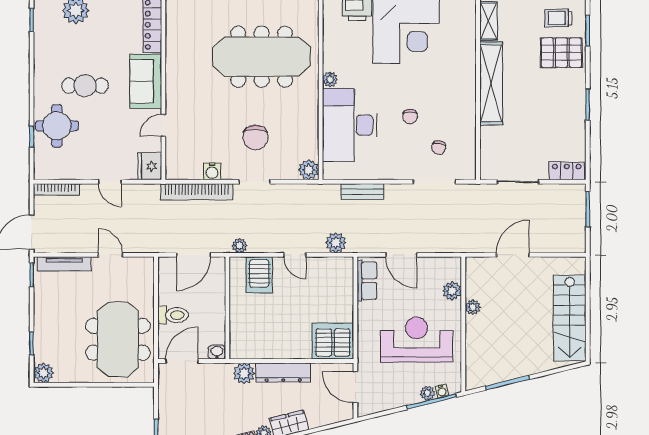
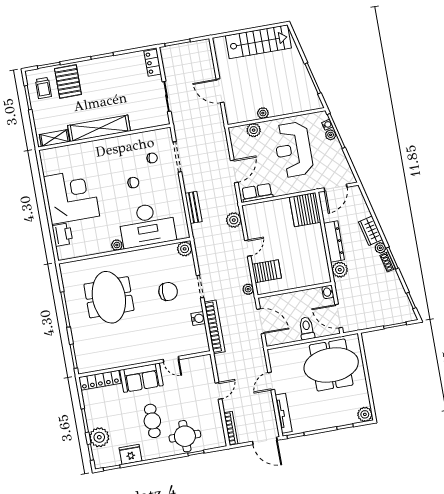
meeting table: (262, 57) -> (109, 297), width x0.73
fridge: (150, 166) -> (130, 454), moved, turned 180

